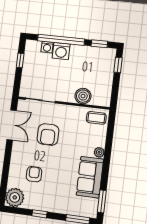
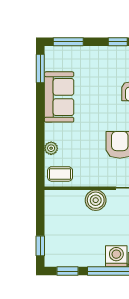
boiler: (83, 96) -> (96, 200), moved
plant: (99, 152) -> (51, 148), moved

